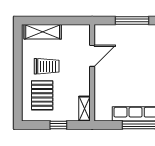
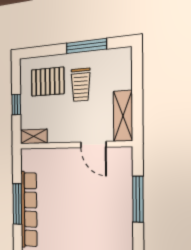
shelving: (43, 32) -> (123, 116), moved
window: (18, 61) -> (86, 46), added

